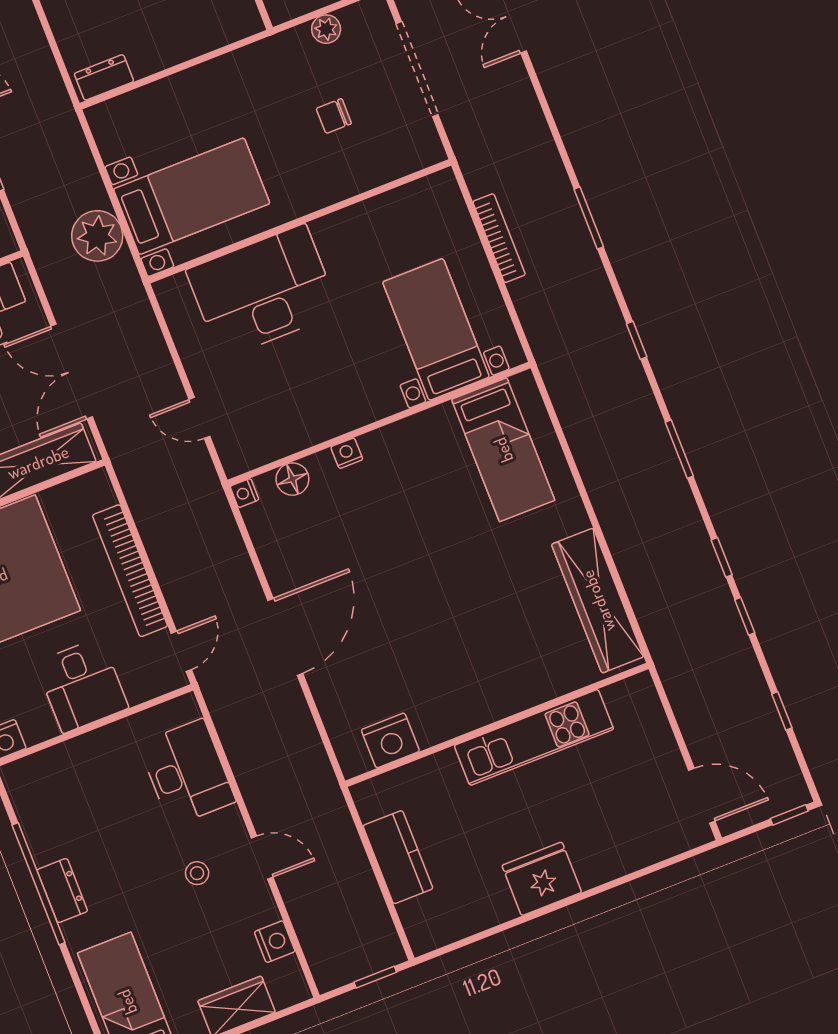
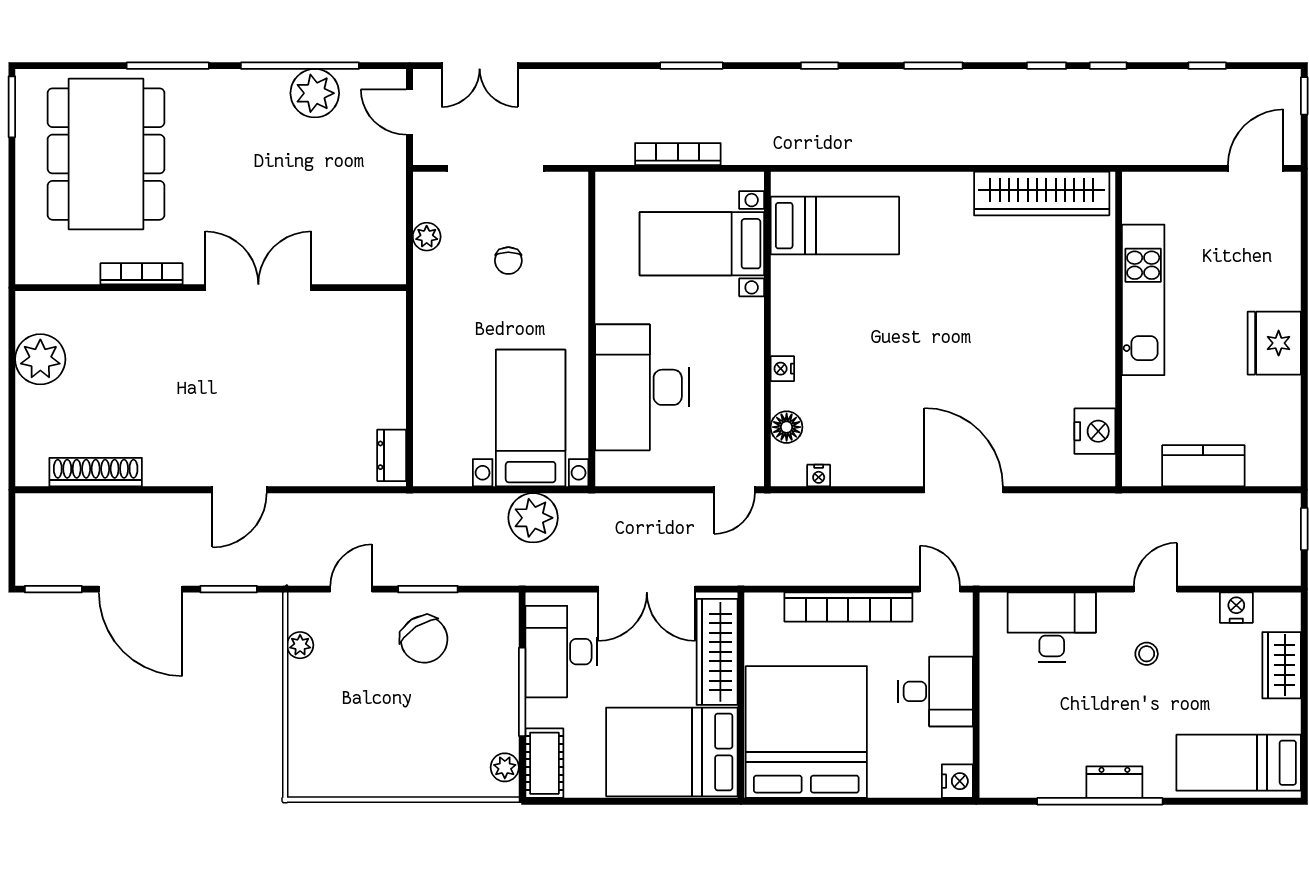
bed with nightstands: (436, 329) -> (702, 244), moved
wall: (379, 424) -> (767, 329), moved
bed: (503, 450) -> (835, 226), moved
nightstand: (347, 453) -> (782, 369), moved
floor lamp: (292, 479) -> (787, 427), moved

